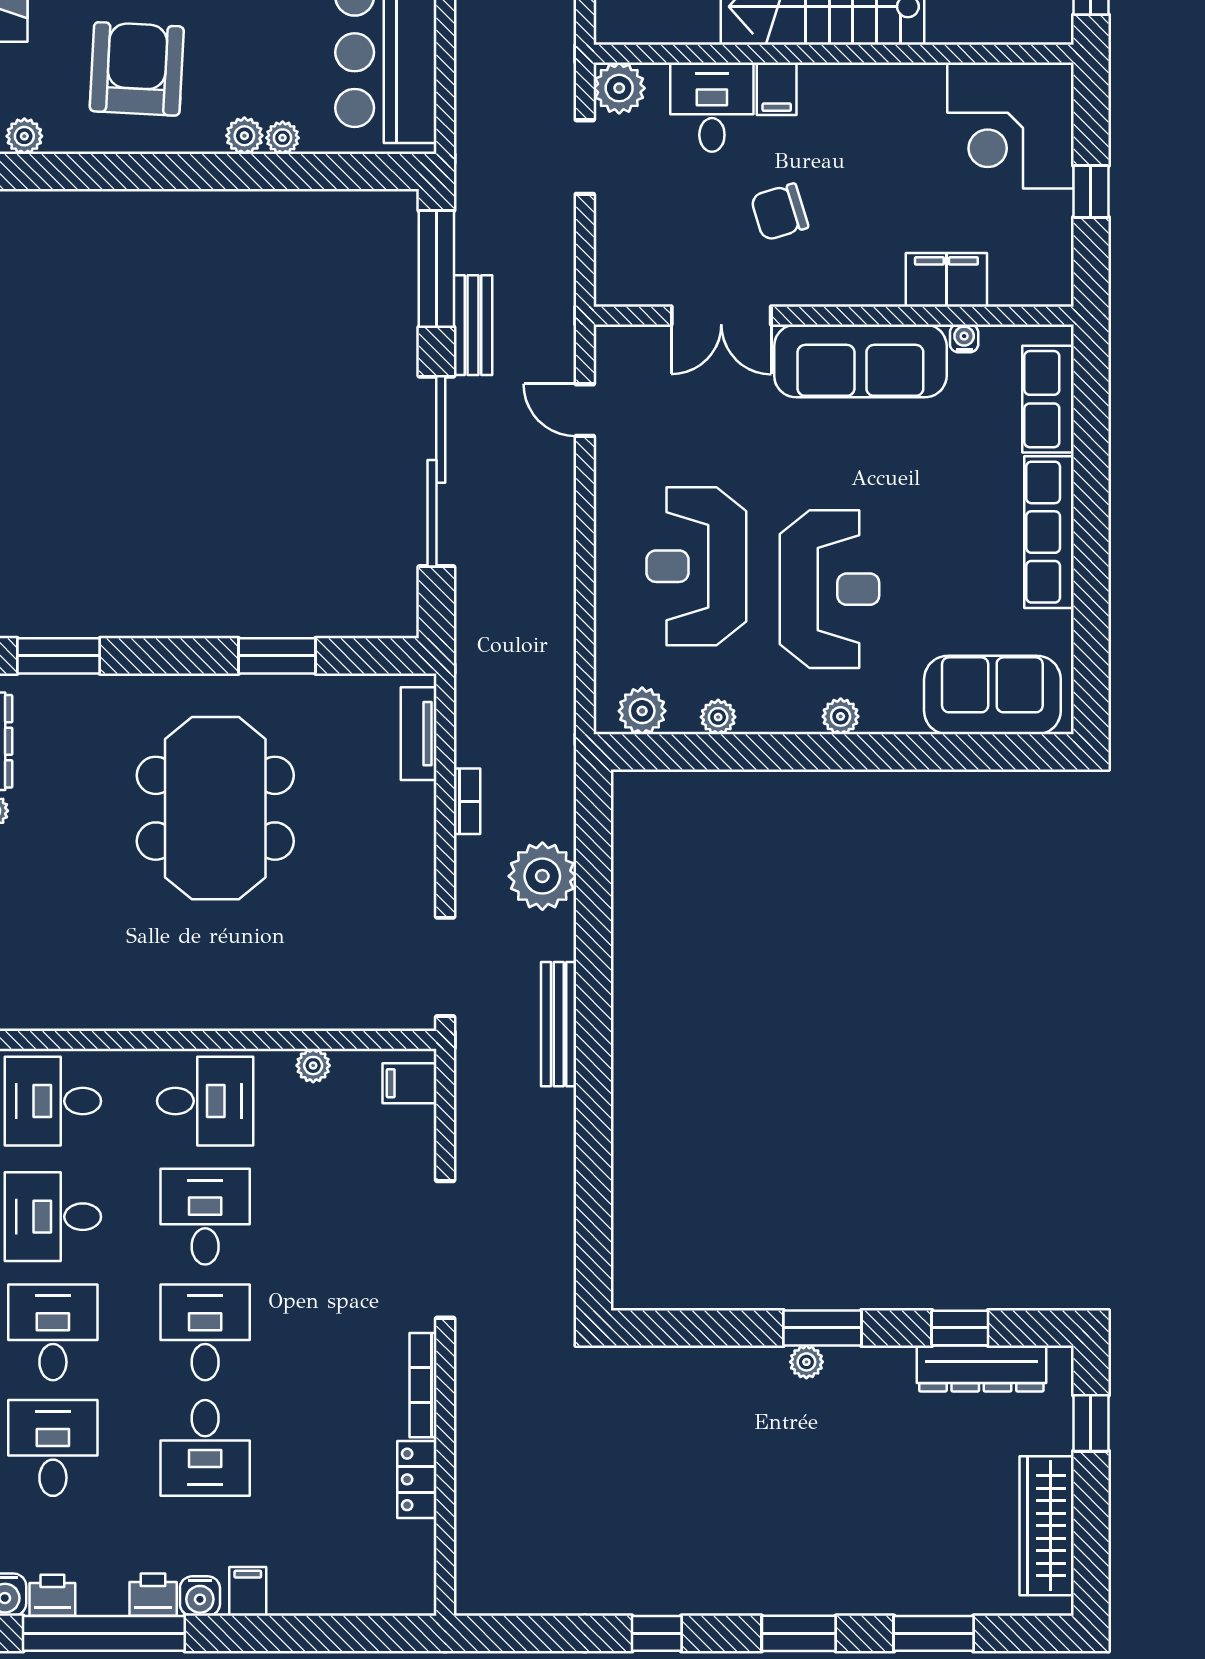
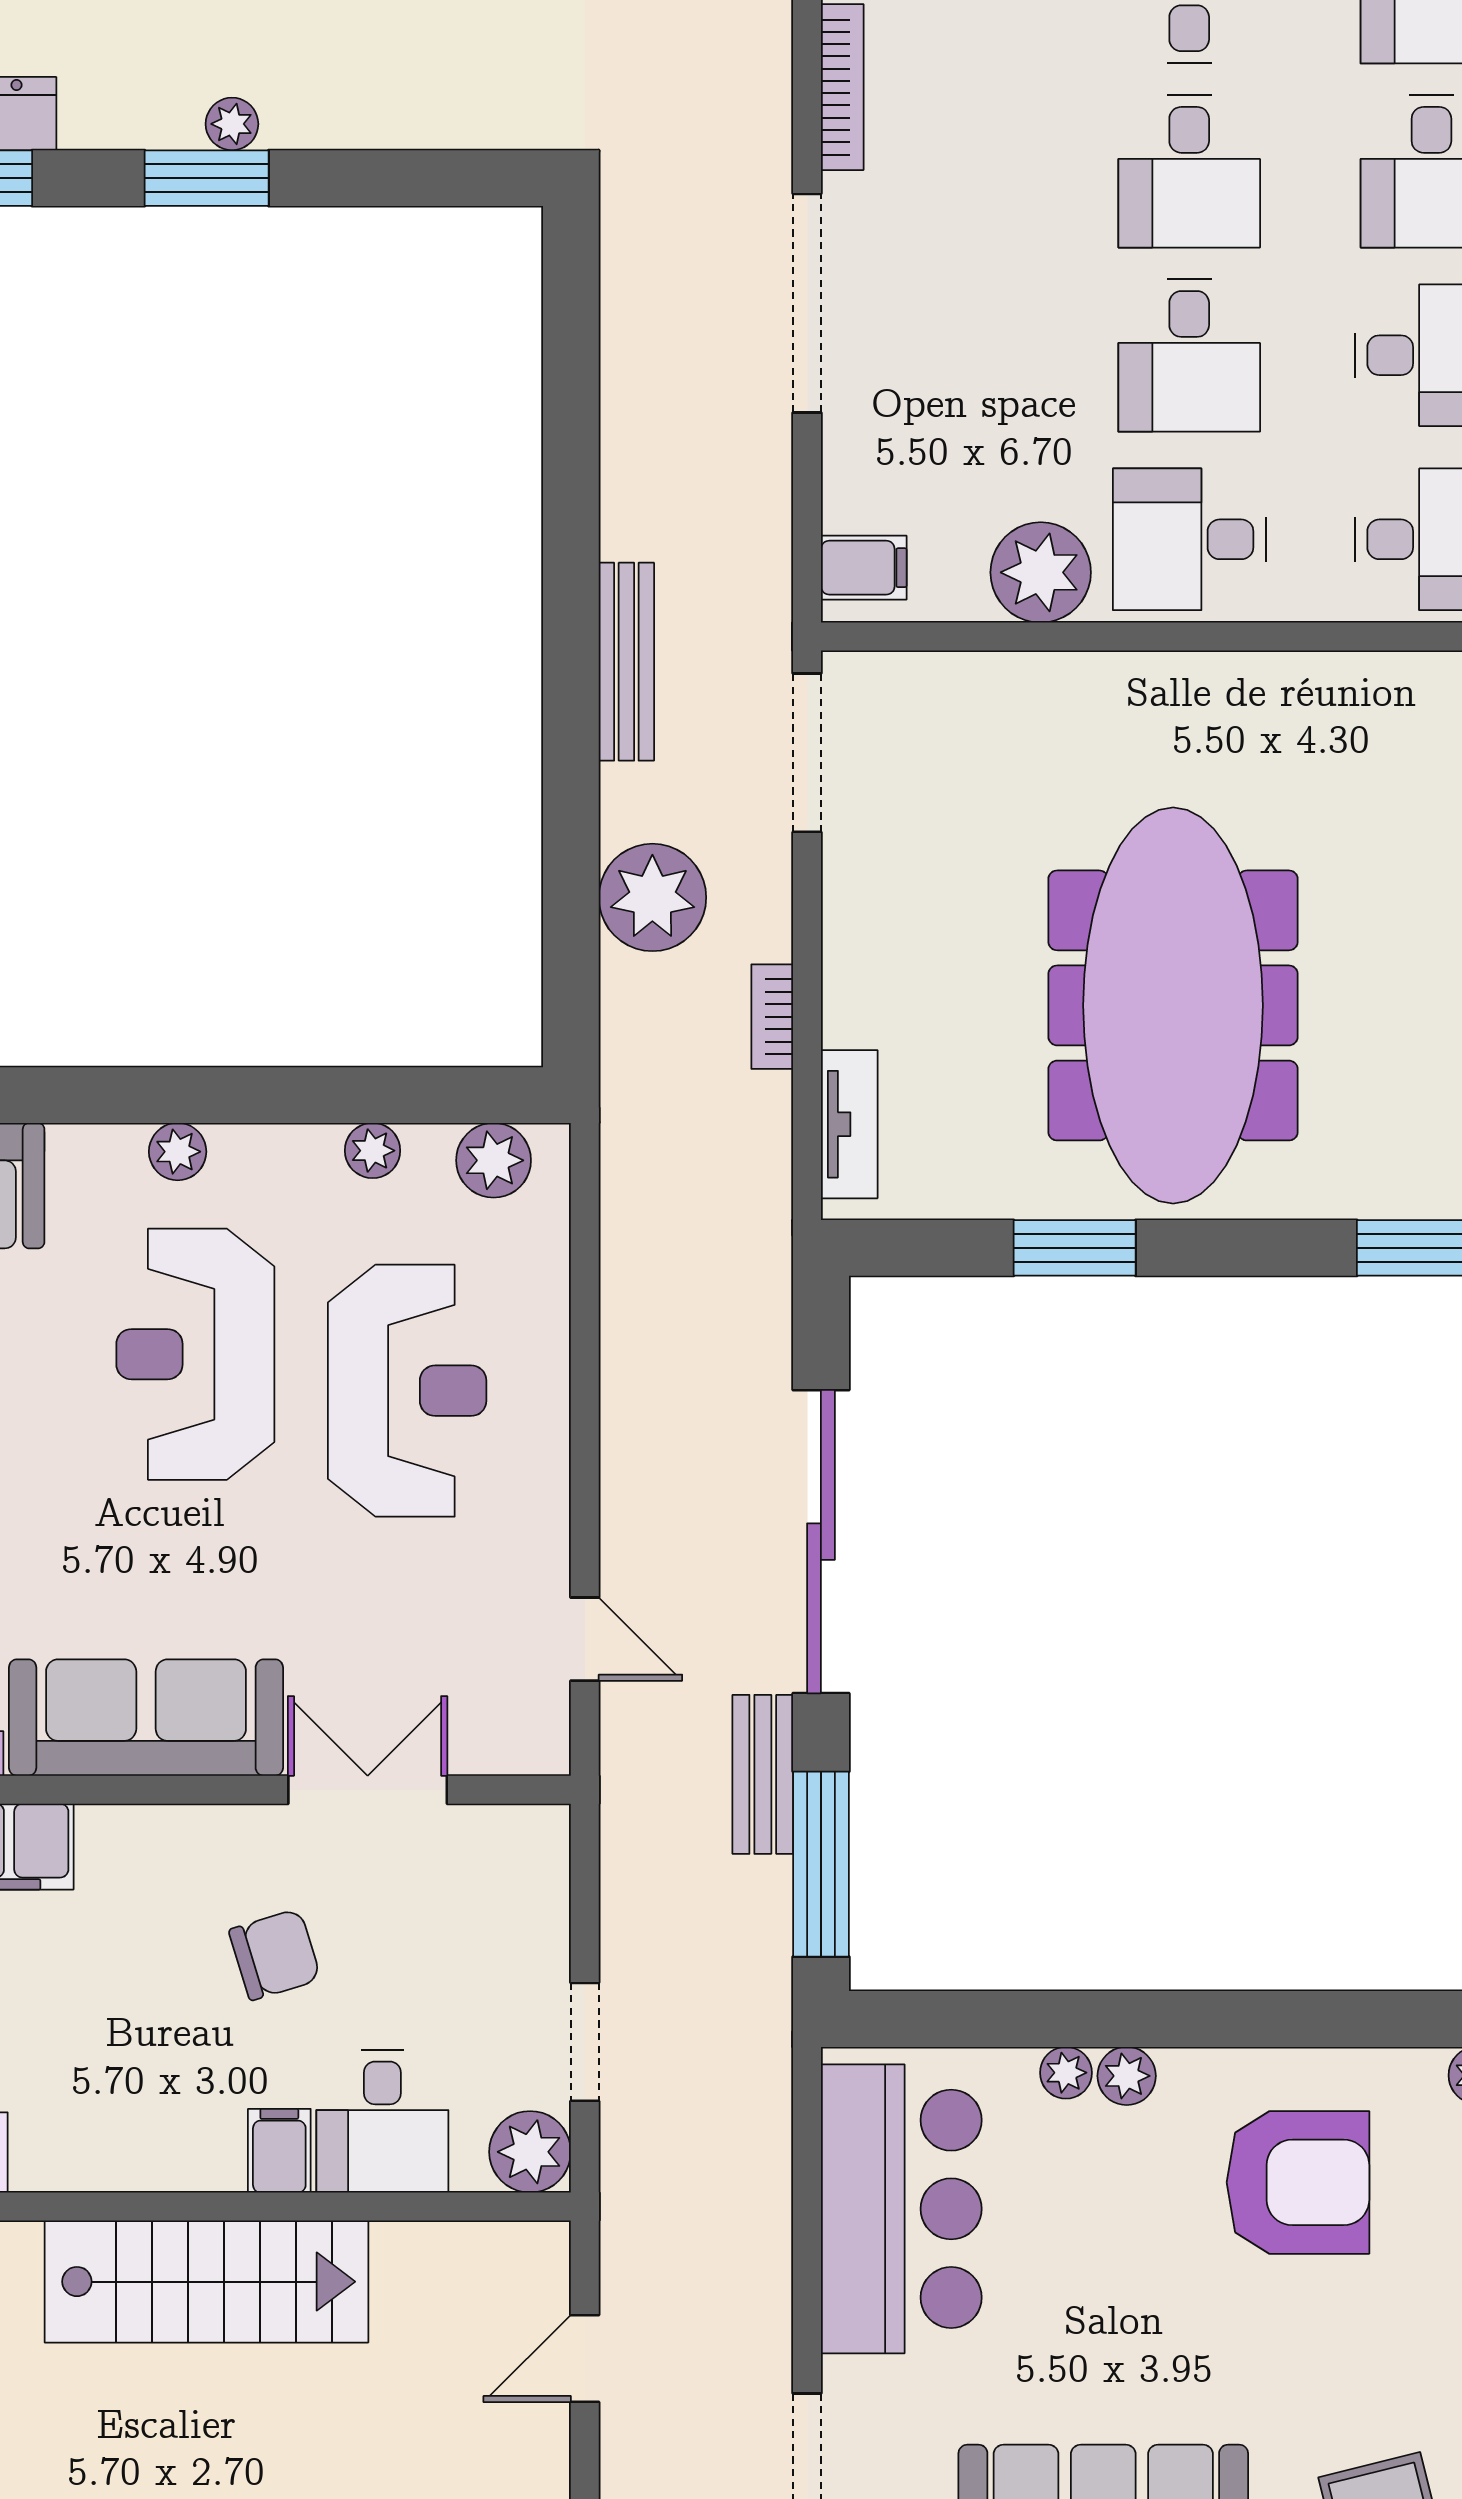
armchair: (137, 69) -> (1298, 2182), turned -93
meeting table: (215, 808) -> (1173, 1005), width x1.36
plant: (313, 1066) -> (1041, 572), width x1.88, depth x1.88

